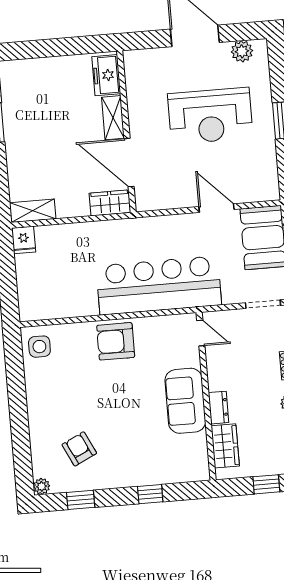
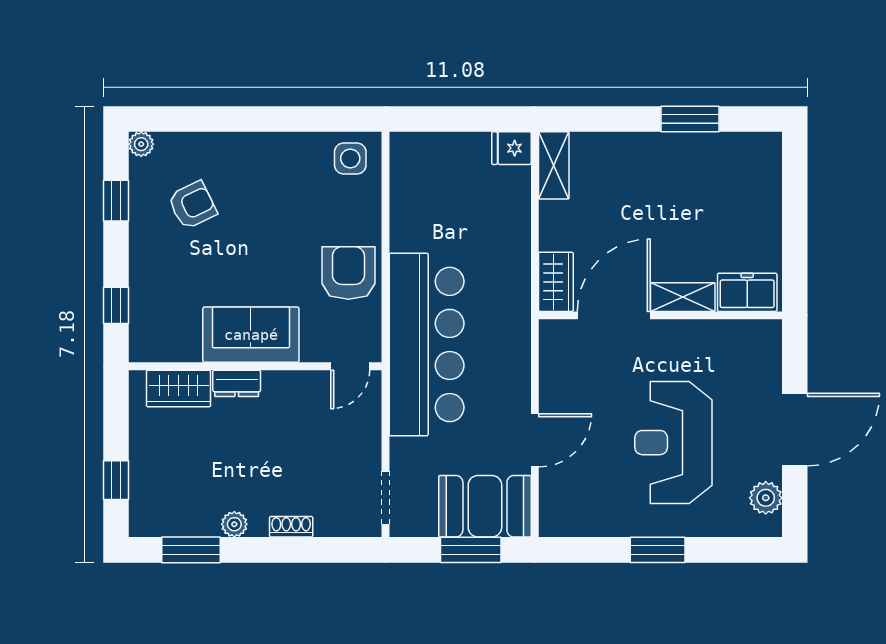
door: (201, 333) -> (350, 366), moved
wall: (206, 396) -> (255, 366), moved
sofa: (185, 401) -> (251, 335), moved
dresser: (219, 408) -> (237, 383), moved
wardrobe: (225, 446) -> (179, 388), moved

